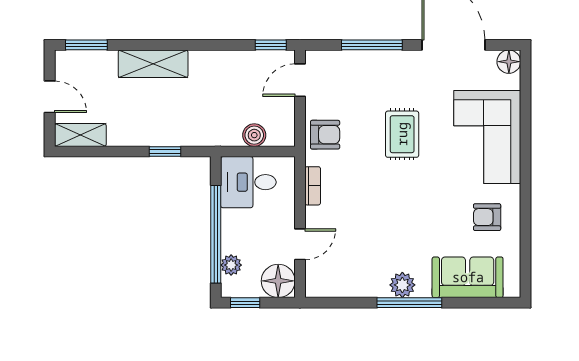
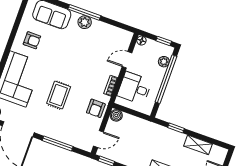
shelving: (80, 135) -> (198, 145), moved
boiler: (254, 135) -> (116, 115), moved
armchair: (325, 135) -> (96, 108), turned -90
desk: (248, 182) -> (135, 88), moved, turned 180
floor lamp: (278, 281) -> (141, 41), width x0.53, depth x0.53

